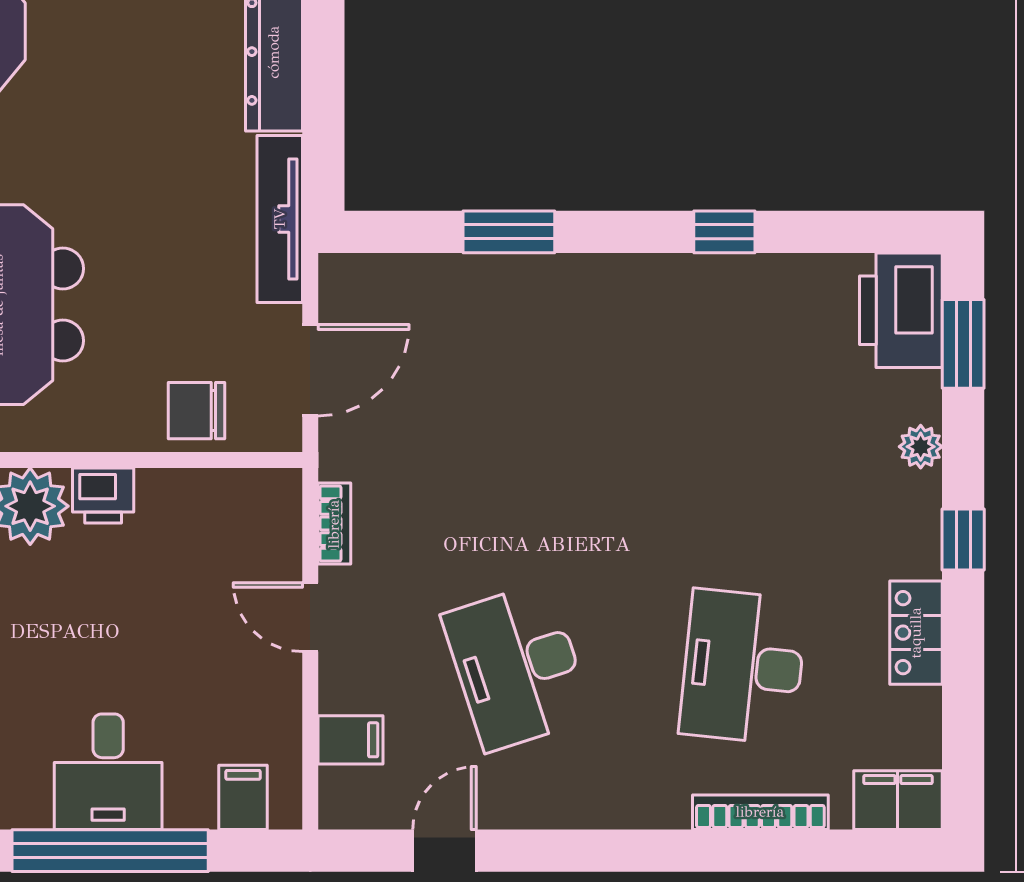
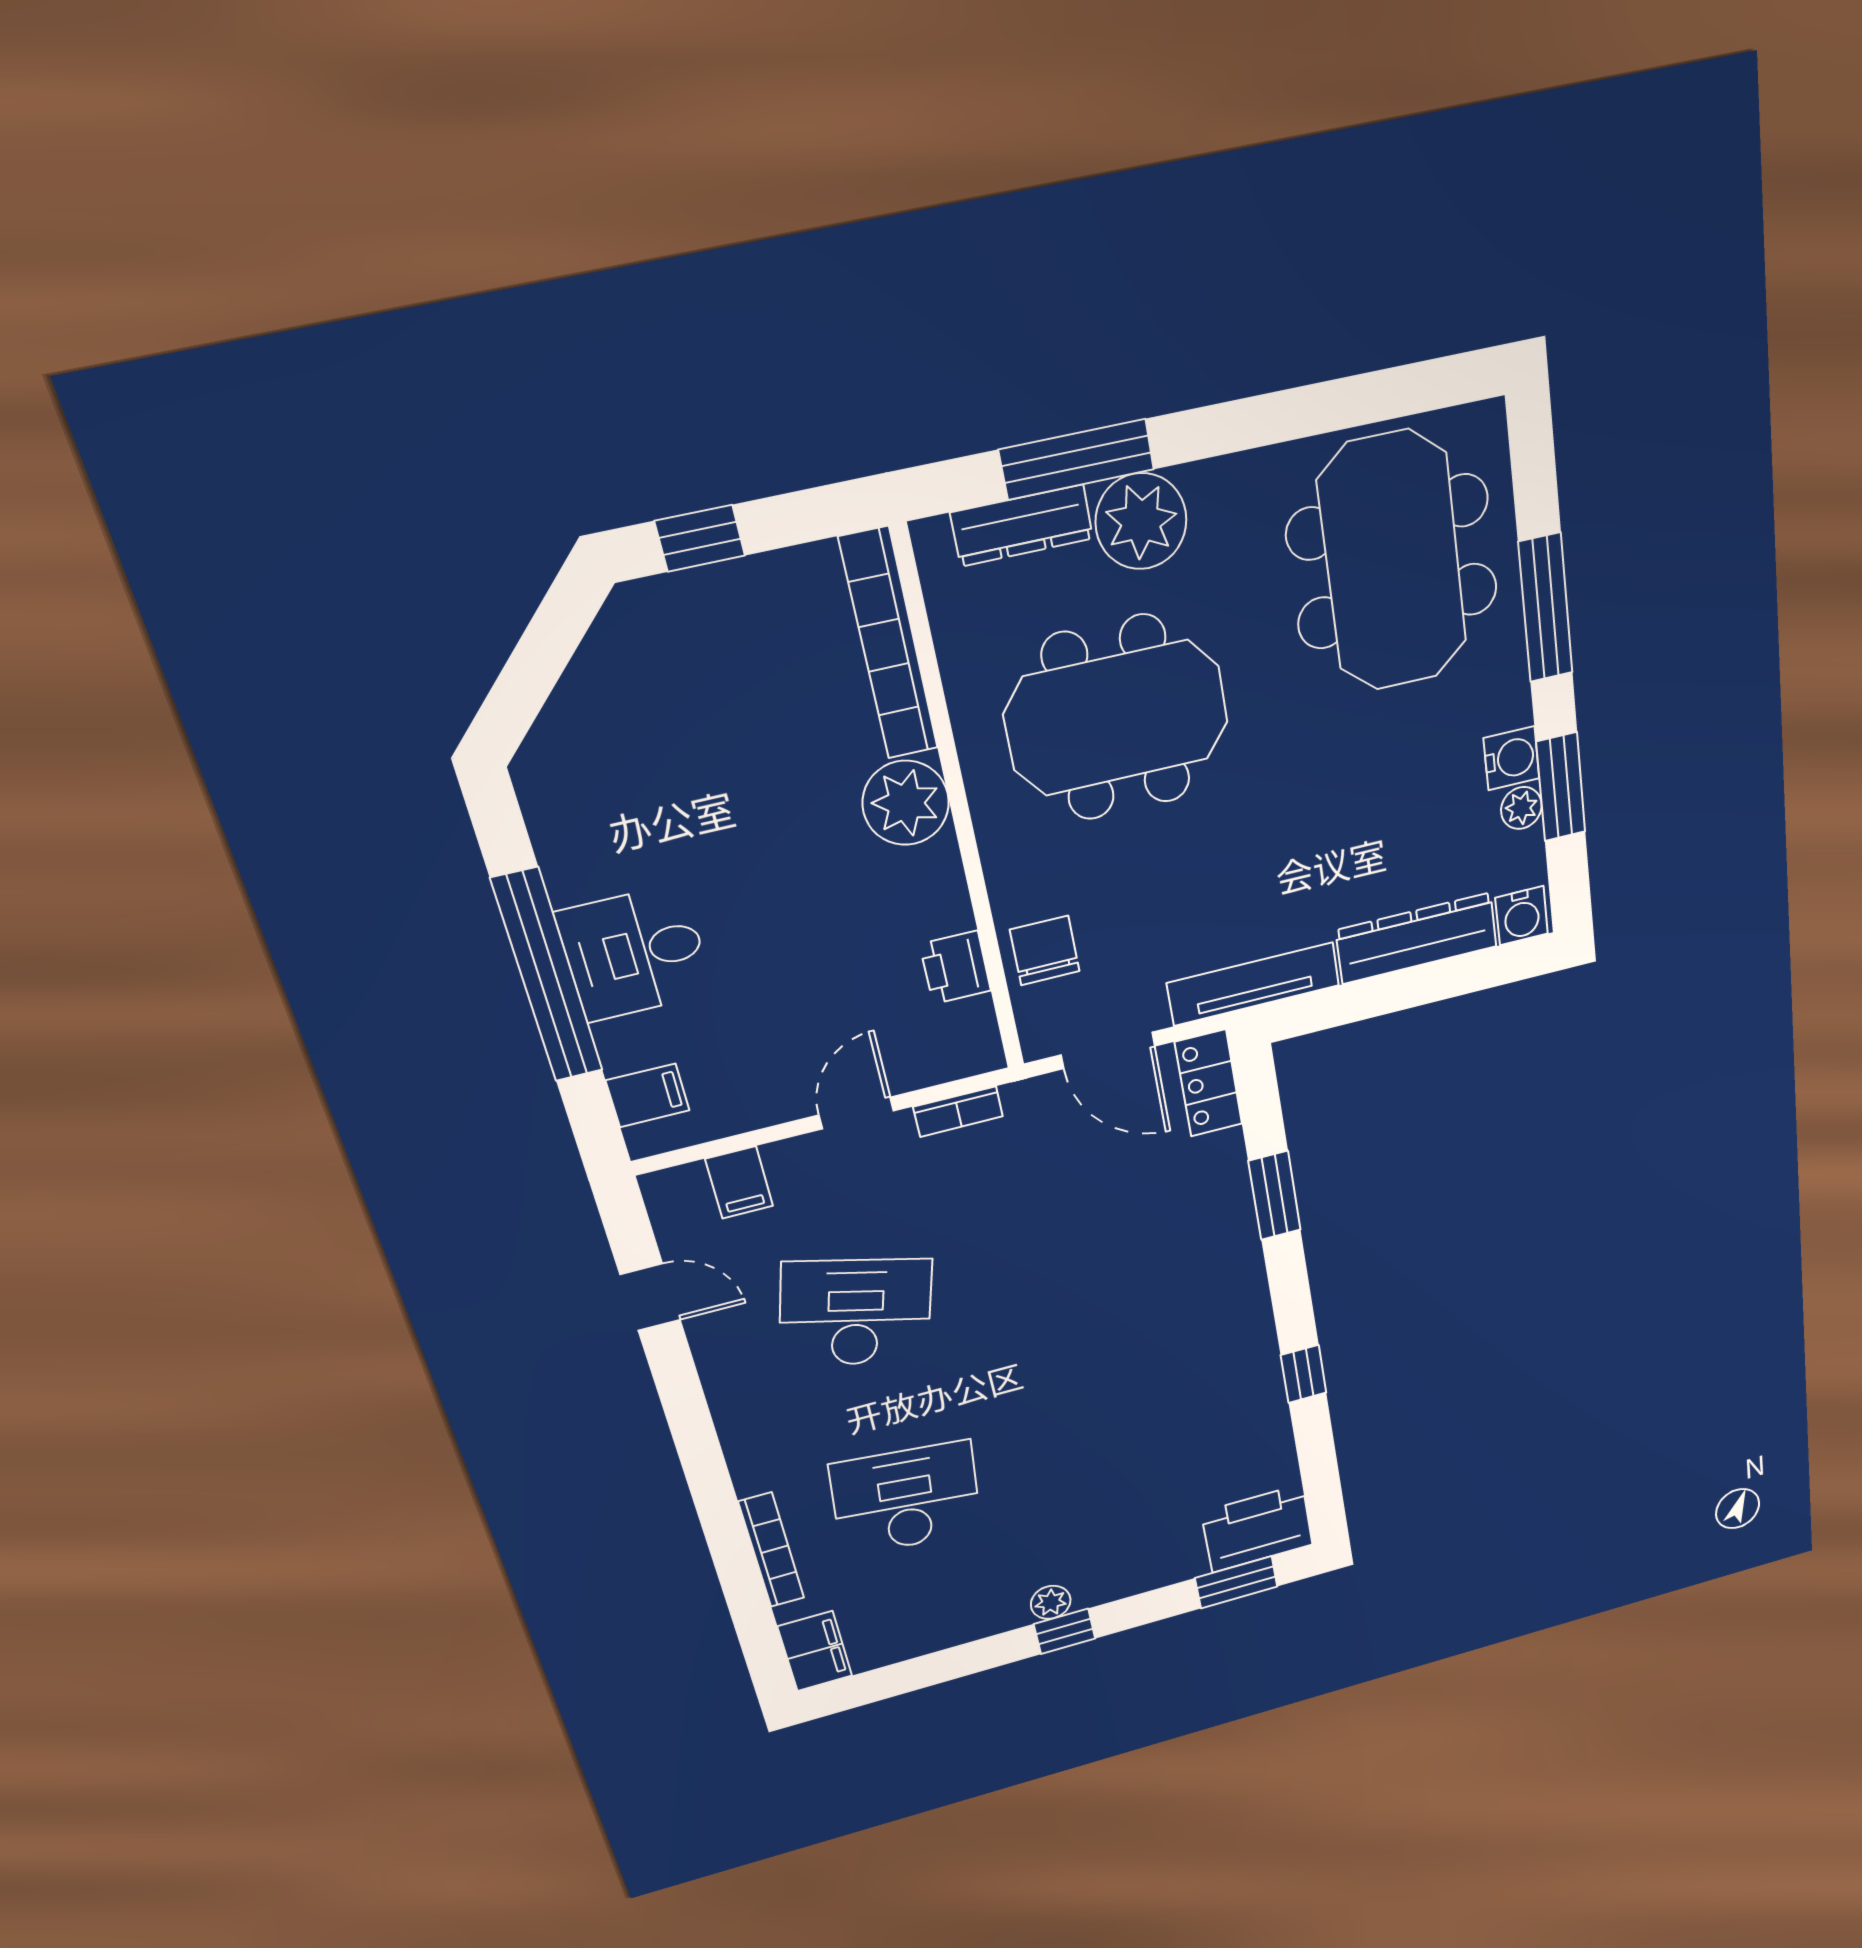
plant: (921, 447) -> (1051, 1602), moved
printer: (103, 495) -> (955, 967), moved
locker: (916, 633) -> (1209, 1083), moved, turned -90
desk: (517, 667) -> (856, 1312), turned 33

